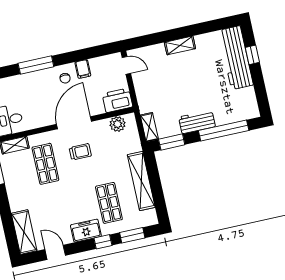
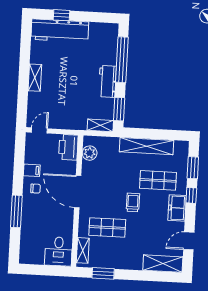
trolley: (80, 152) -> (133, 202), moved

